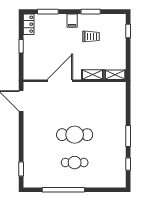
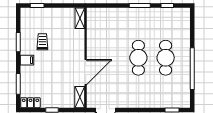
shelving: (93, 75) -> (80, 97), moved
door: (60, 81) -> (86, 72), swing flipped
cafe table: (75, 163) -> (166, 58), width x1.37, depth x1.35

